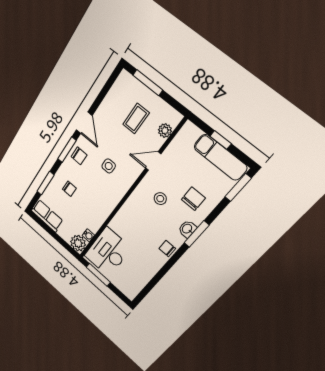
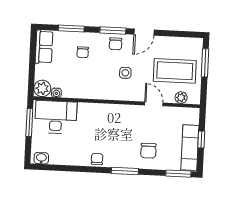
coffee table: (136, 119) -> (175, 71), width x1.86, depth x1.72
stool: (160, 199) -> (130, 128), removed
chair: (193, 199) -> (148, 151), turned 90
washbasin: (187, 229) -> (41, 158), moved

